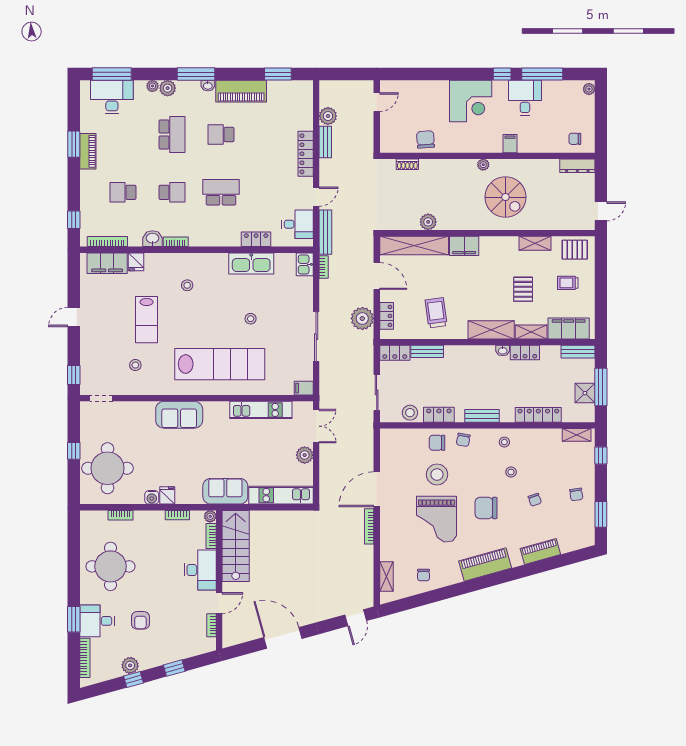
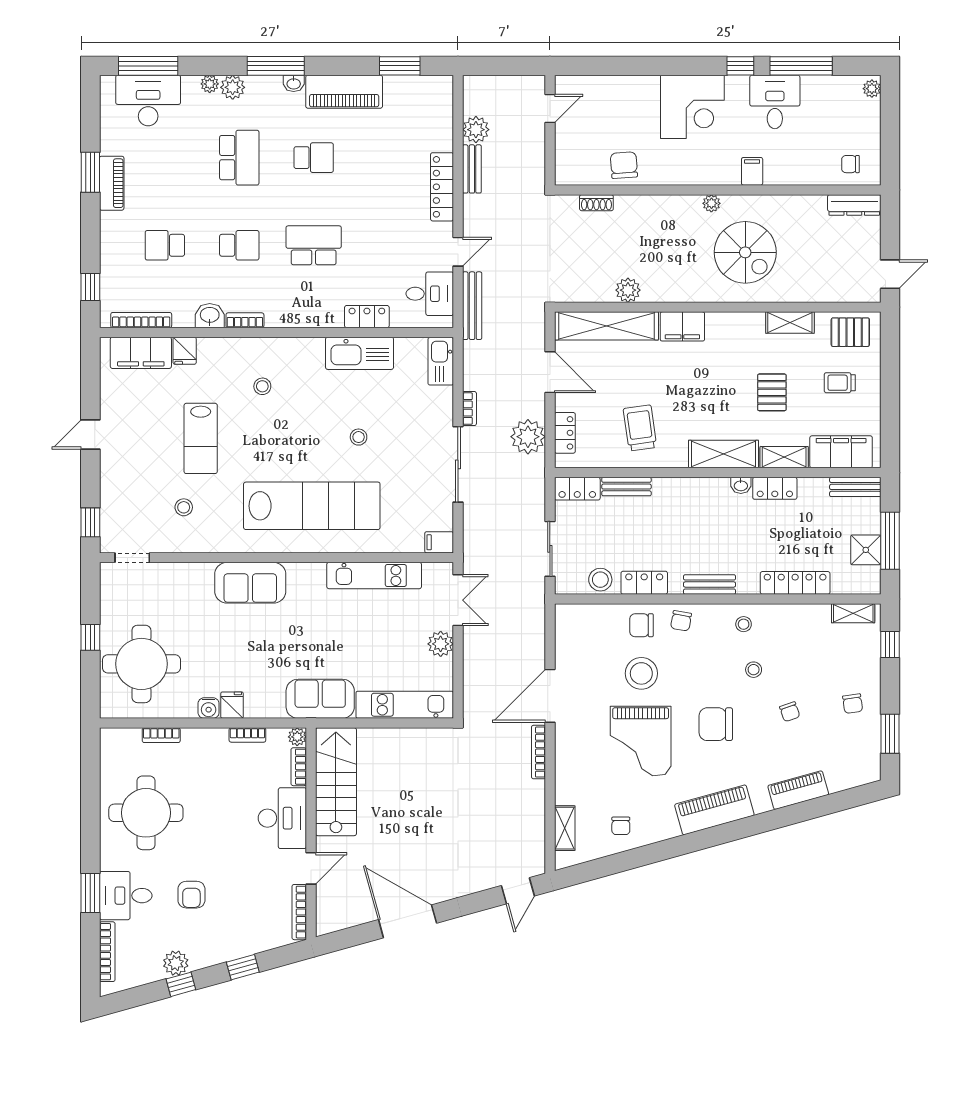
school desk: (221, 135) -> (314, 158), turned 180
kitchen sink: (305, 264) -> (441, 361), width x1.38
bookcase: (324, 267) -> (469, 409), moved
bookcase: (211, 625) -> (299, 912), width x1.56

